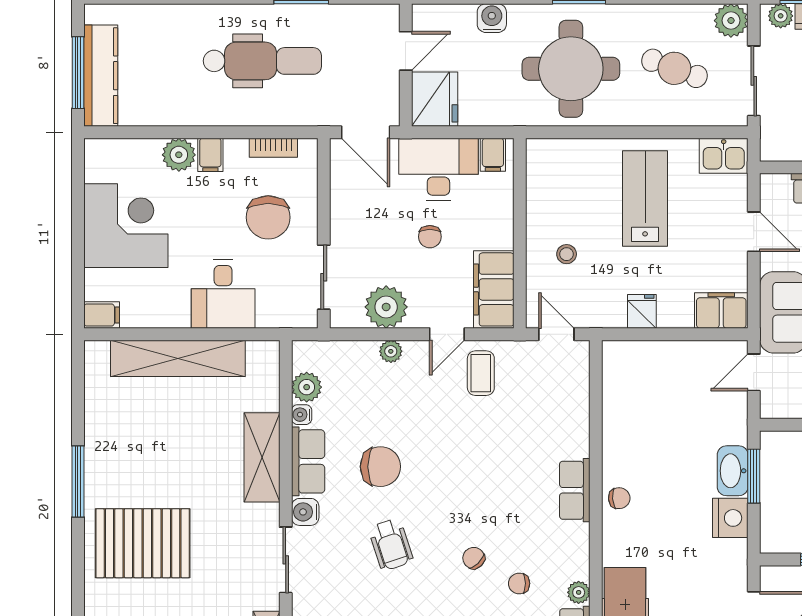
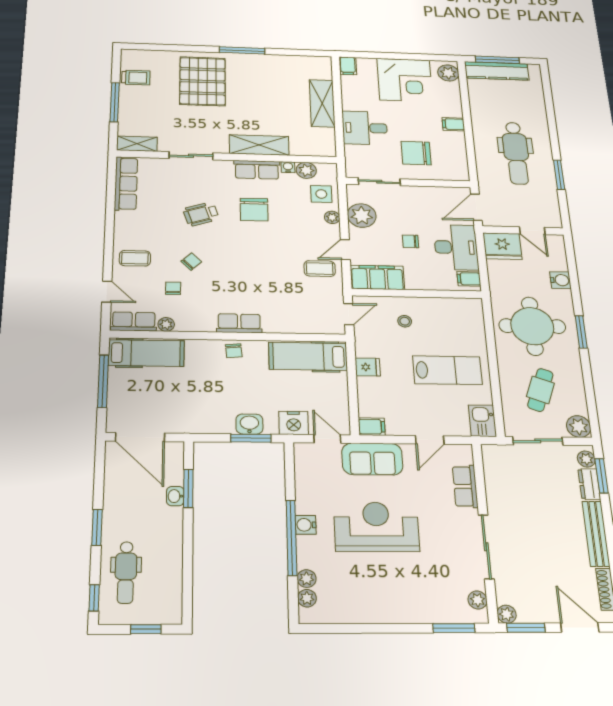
bookcase: (273, 148) -> (461, 157), removed
plant: (179, 155) -> (448, 73), moved
filing cabinet: (721, 310) -> (372, 427), width x0.50
door: (447, 334) -> (345, 250), hinge flipped
shelving: (178, 358) -> (322, 103), width x0.68
side table: (349, 366) -> (321, 194), added
hospital bed: (626, 395) -> (308, 356), added
washbasin: (733, 471) -> (249, 424), width x0.72
water cooler: (305, 512) -> (223, 167), removed
nightstand: (730, 518) -> (294, 423), moved

